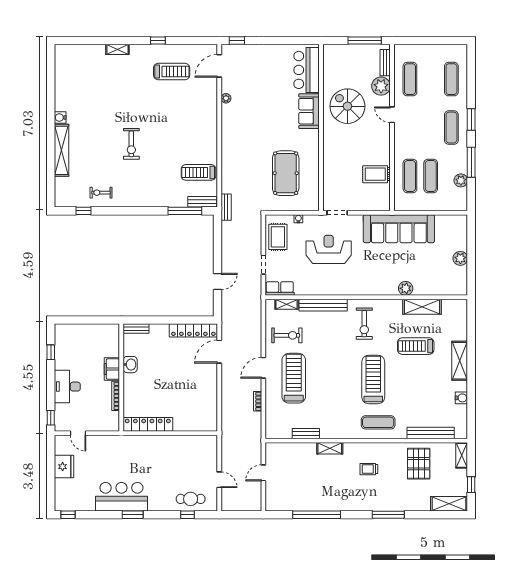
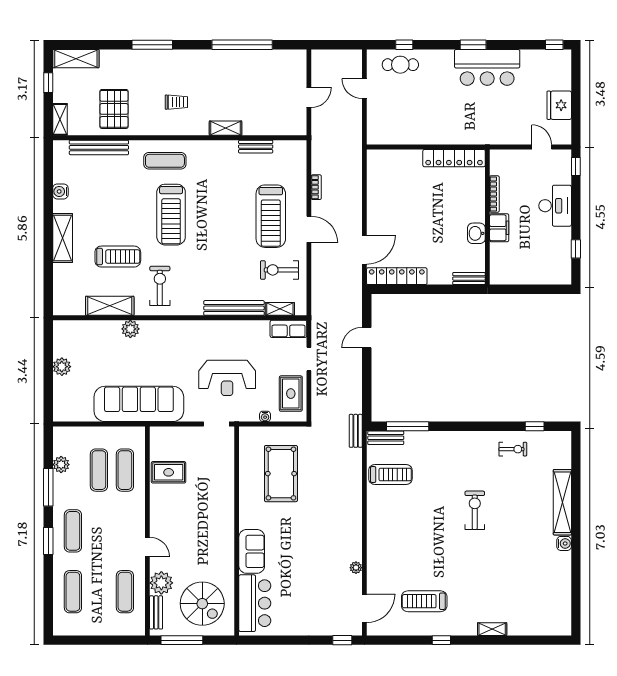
spiral stairs: (347, 106) -> (202, 604), moved
exercise bike: (364, 324) -> (160, 286), moved
door: (263, 368) -> (309, 229), hinge flipped

